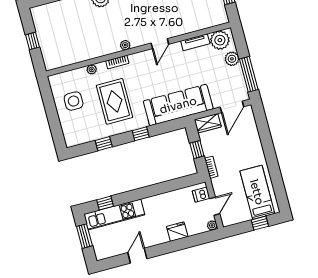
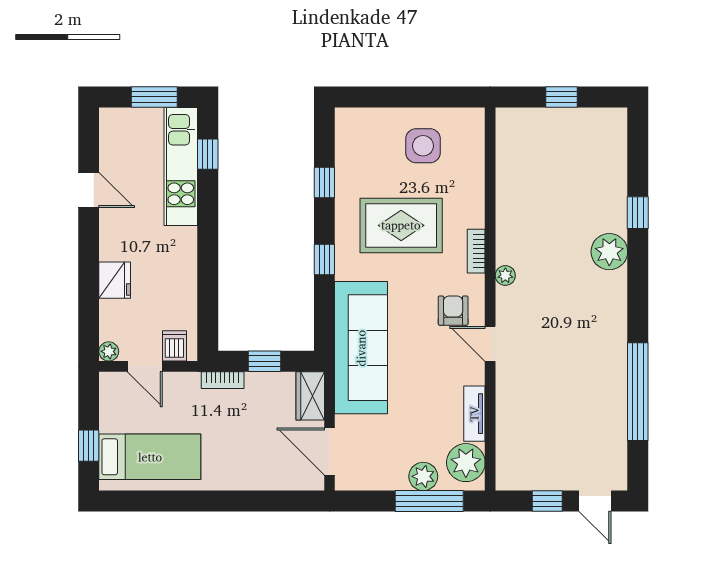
armchair: (149, 66) -> (453, 311), added
plant: (92, 69) -> (475, 197), removed
window: (249, 74) -> (429, 501), moved

